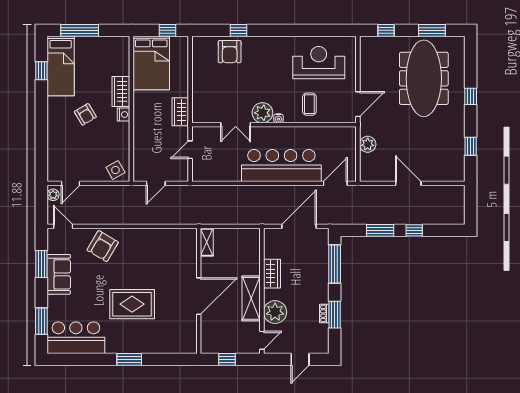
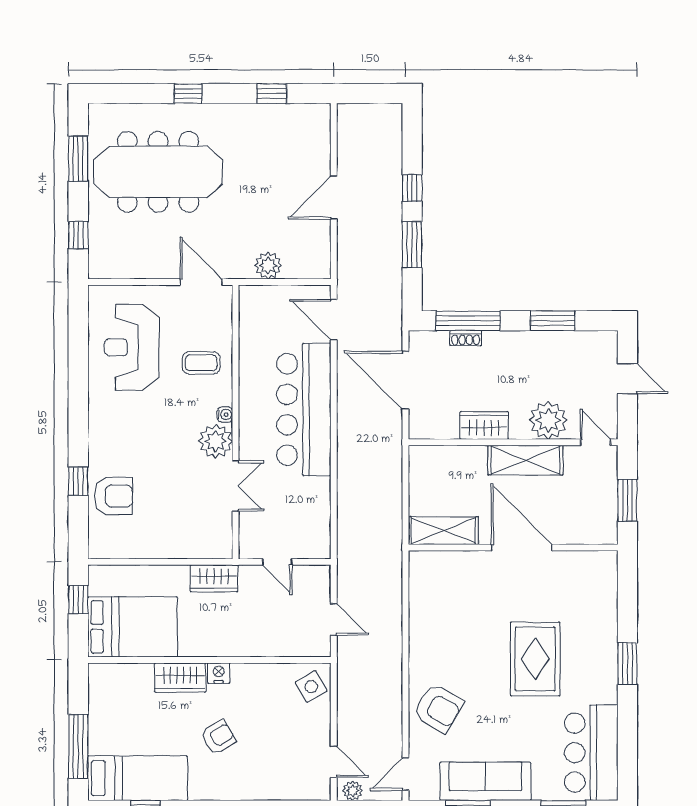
shelving: (207, 242) -> (443, 531), width x1.50, depth x1.33
sofa: (59, 274) -> (485, 781), width x1.36
shoe rack: (324, 313) -> (466, 338), moved
window: (227, 359) -> (627, 500), width x1.50

